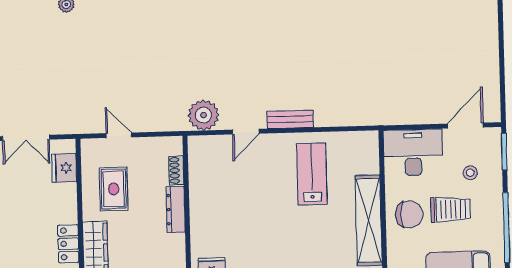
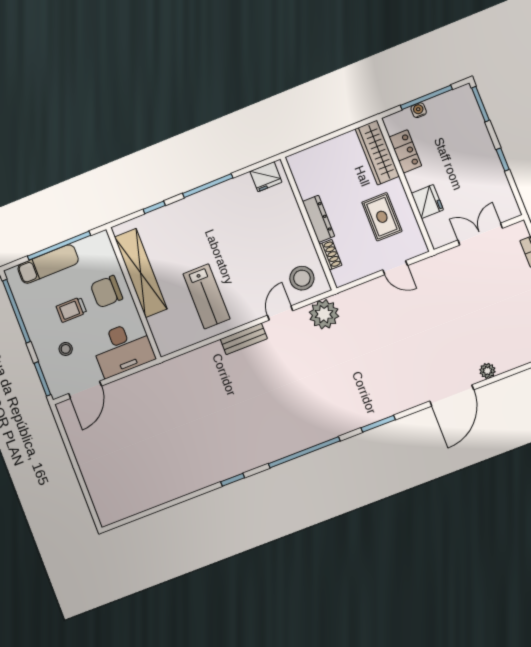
stool: (212, 158) -> (302, 278), added
fridge: (64, 168) -> (427, 201), moved
trolley: (451, 209) -> (71, 310), width x0.73, depth x0.72

